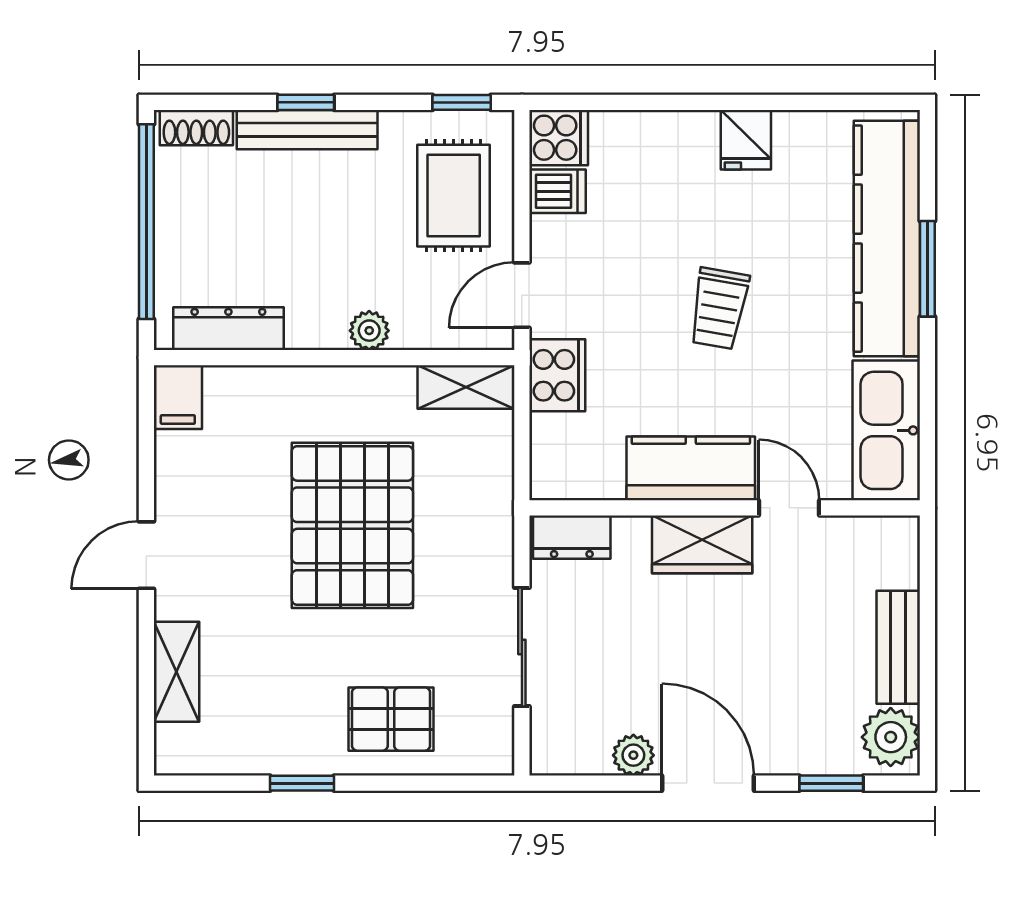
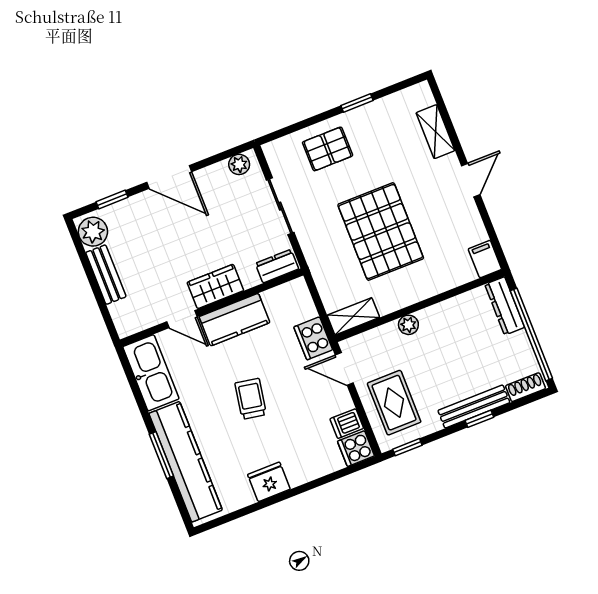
fridge: (746, 140) -> (269, 482), width x1.38
door: (522, 295) -> (344, 369), swing flipped
dresser: (228, 329) -> (505, 306), moved, turned 90
plant: (633, 755) -> (239, 164), moved

